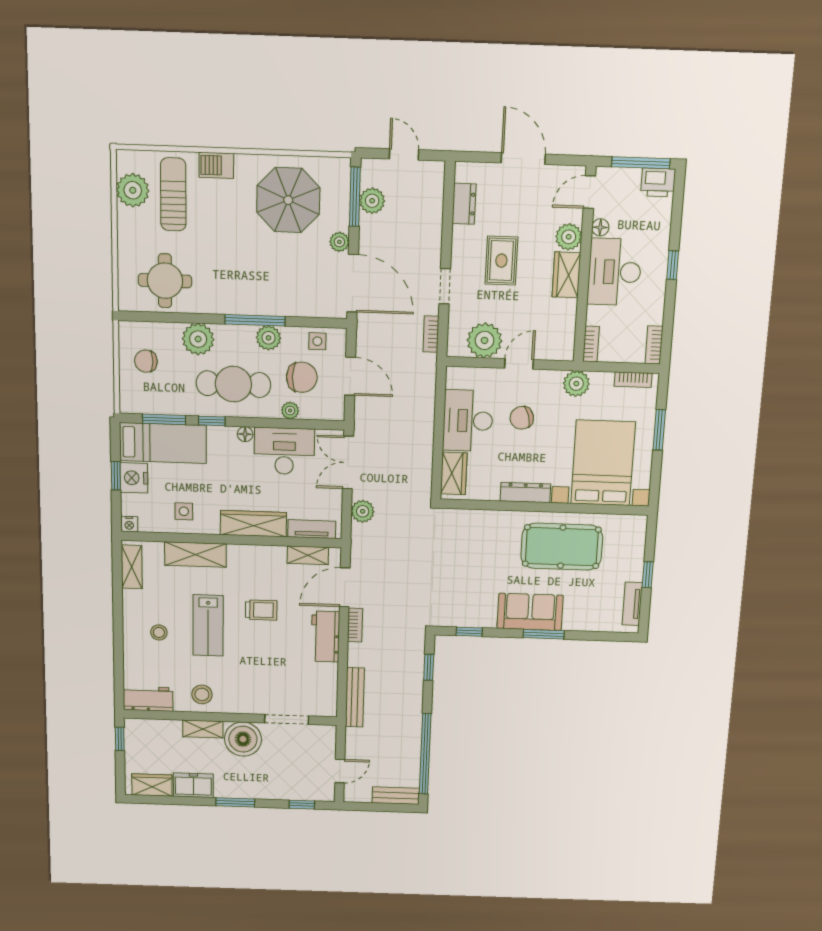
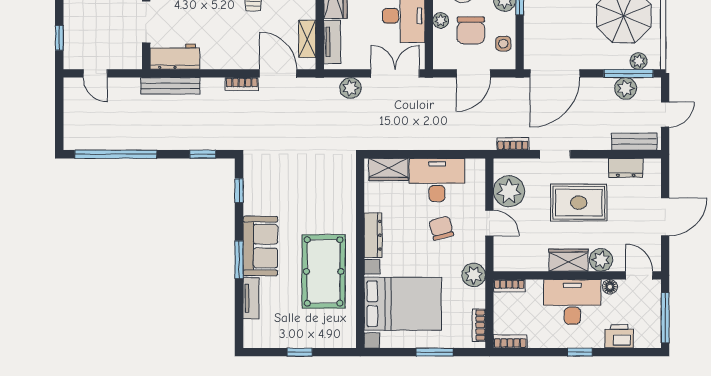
printer: (658, 182) -> (619, 336), moved, turned 90
plant: (339, 242) -> (638, 61), moved
rug: (501, 261) -> (579, 203), width x1.36, depth x1.43
tv unit: (632, 604) -> (251, 298), moved, turned 90
workbench: (325, 637) -> (175, 57), moved
bench: (396, 796) -> (634, 142), moved, turned 90

